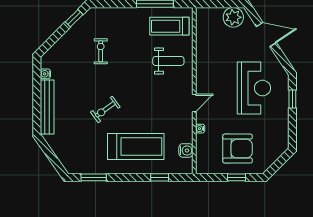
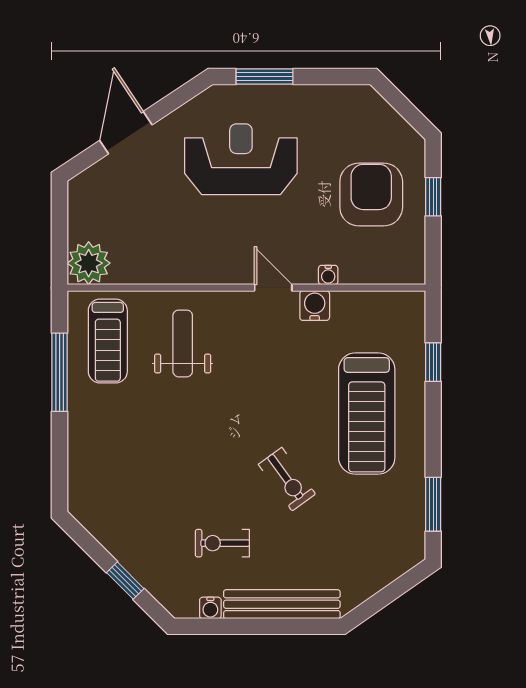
plant: (233, 17) -> (89, 263), moved
window: (74, 18) -> (125, 581), moved
exercise bike: (101, 51) -> (222, 543), moved
window: (292, 99) -> (265, 77), width x1.50
treadmill: (136, 146) -> (367, 414), turned 180
water cooler: (186, 150) -> (315, 306), moved

